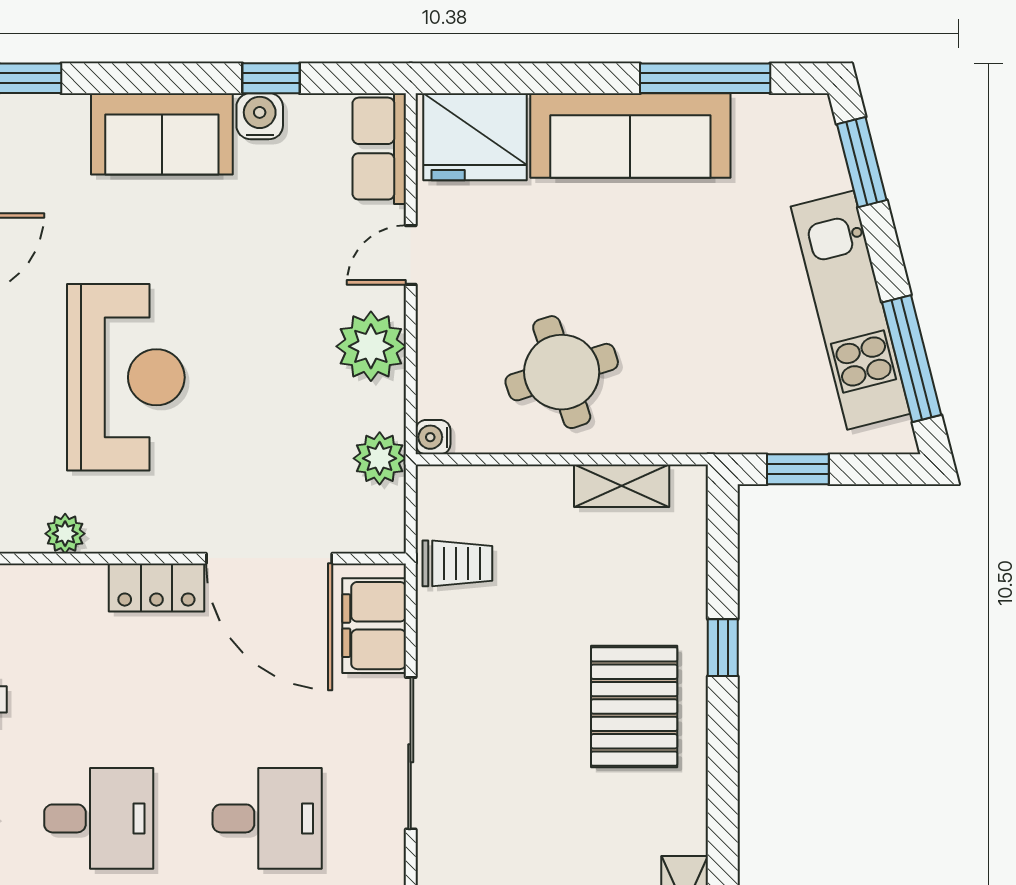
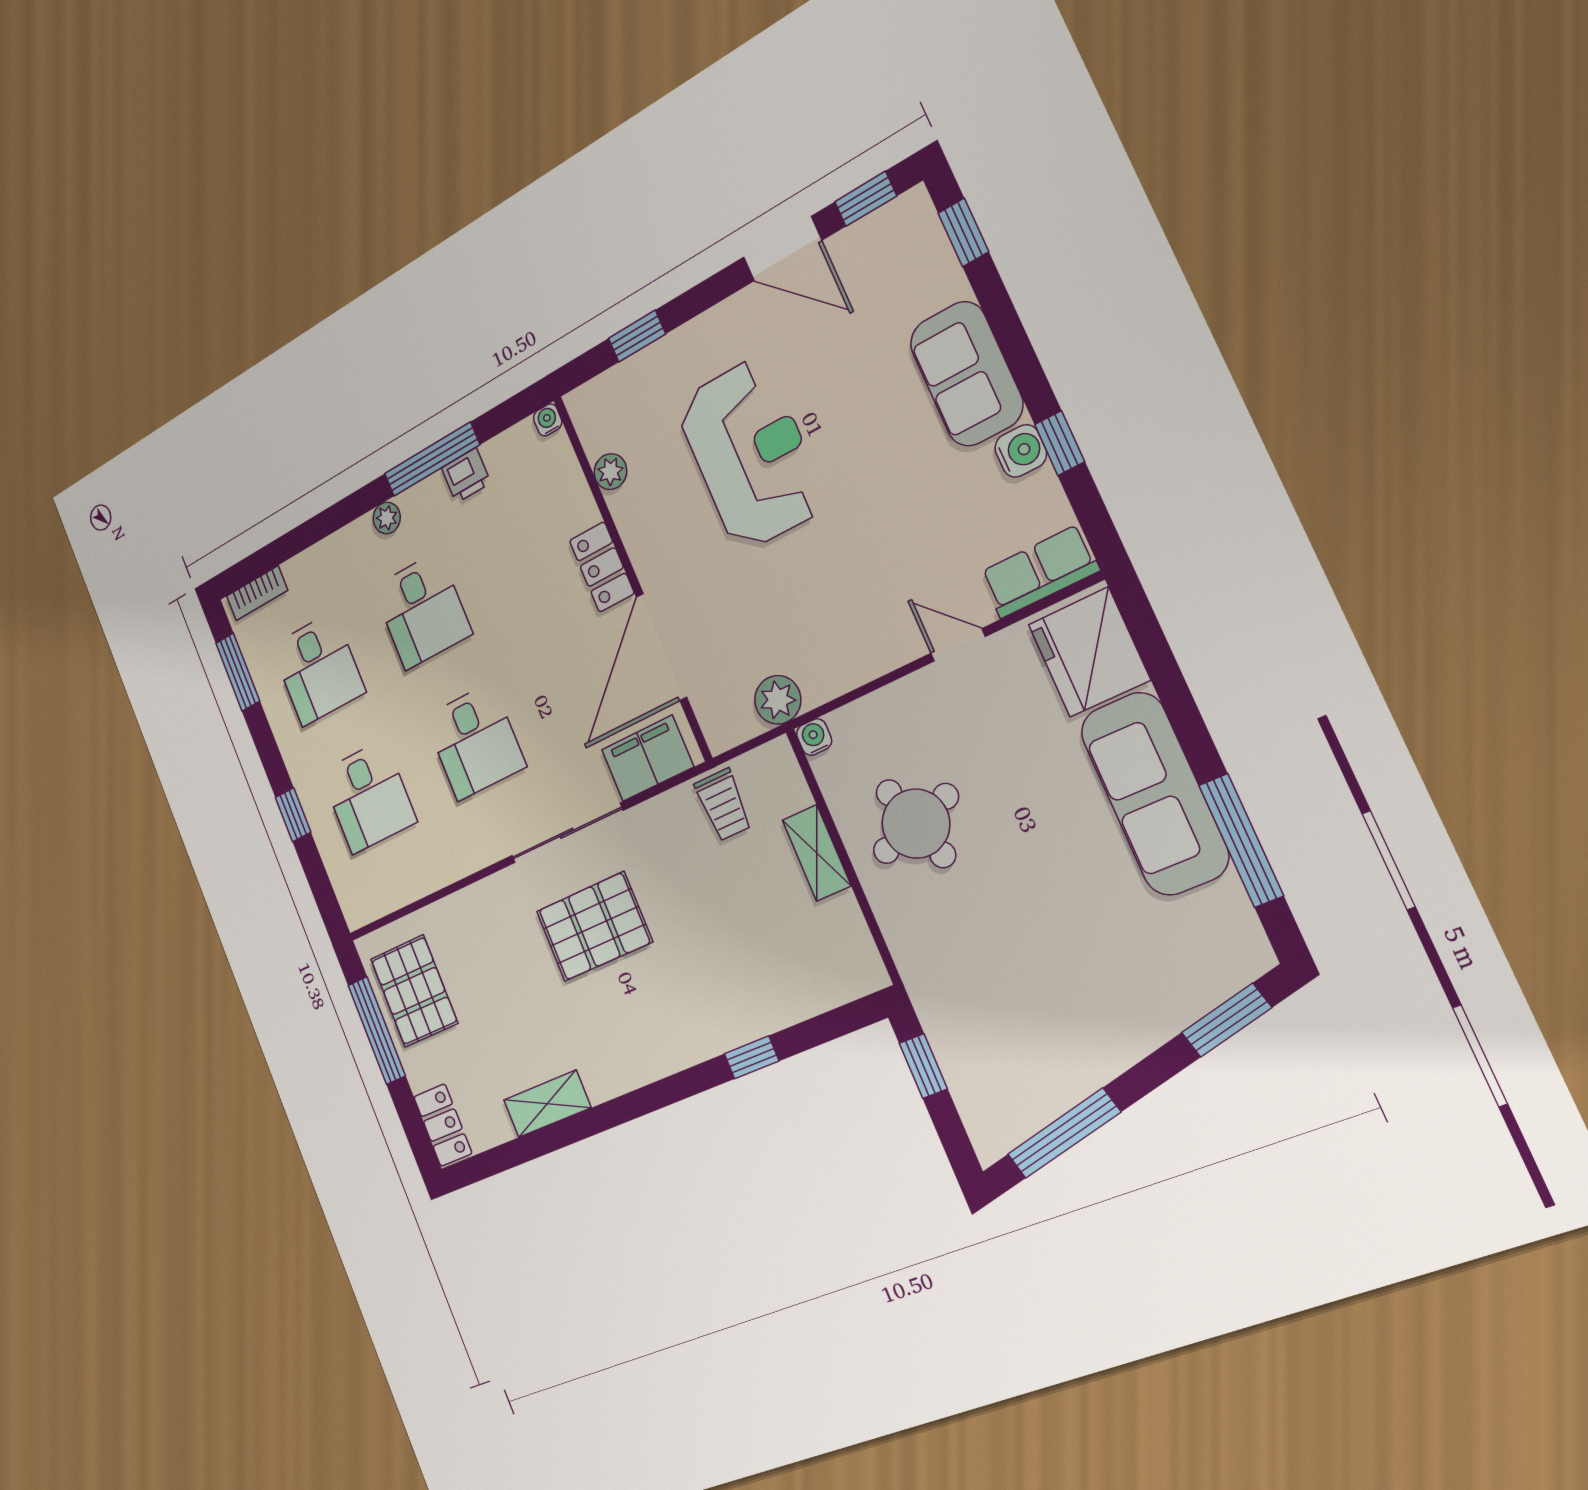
kitchen unit: (850, 310) -> (1083, 1061), removed
plant: (371, 346) -> (865, 648), removed
reception desk: (126, 377) -> (751, 454), turned -90
shelving: (622, 486) -> (817, 853), moved
pallet: (634, 707) -> (594, 927), moved

